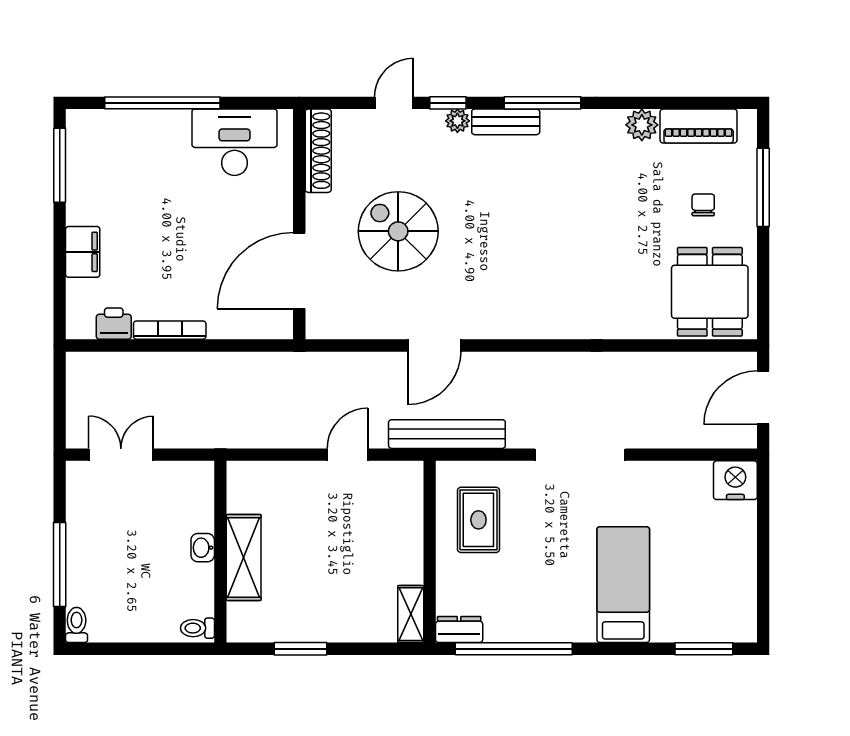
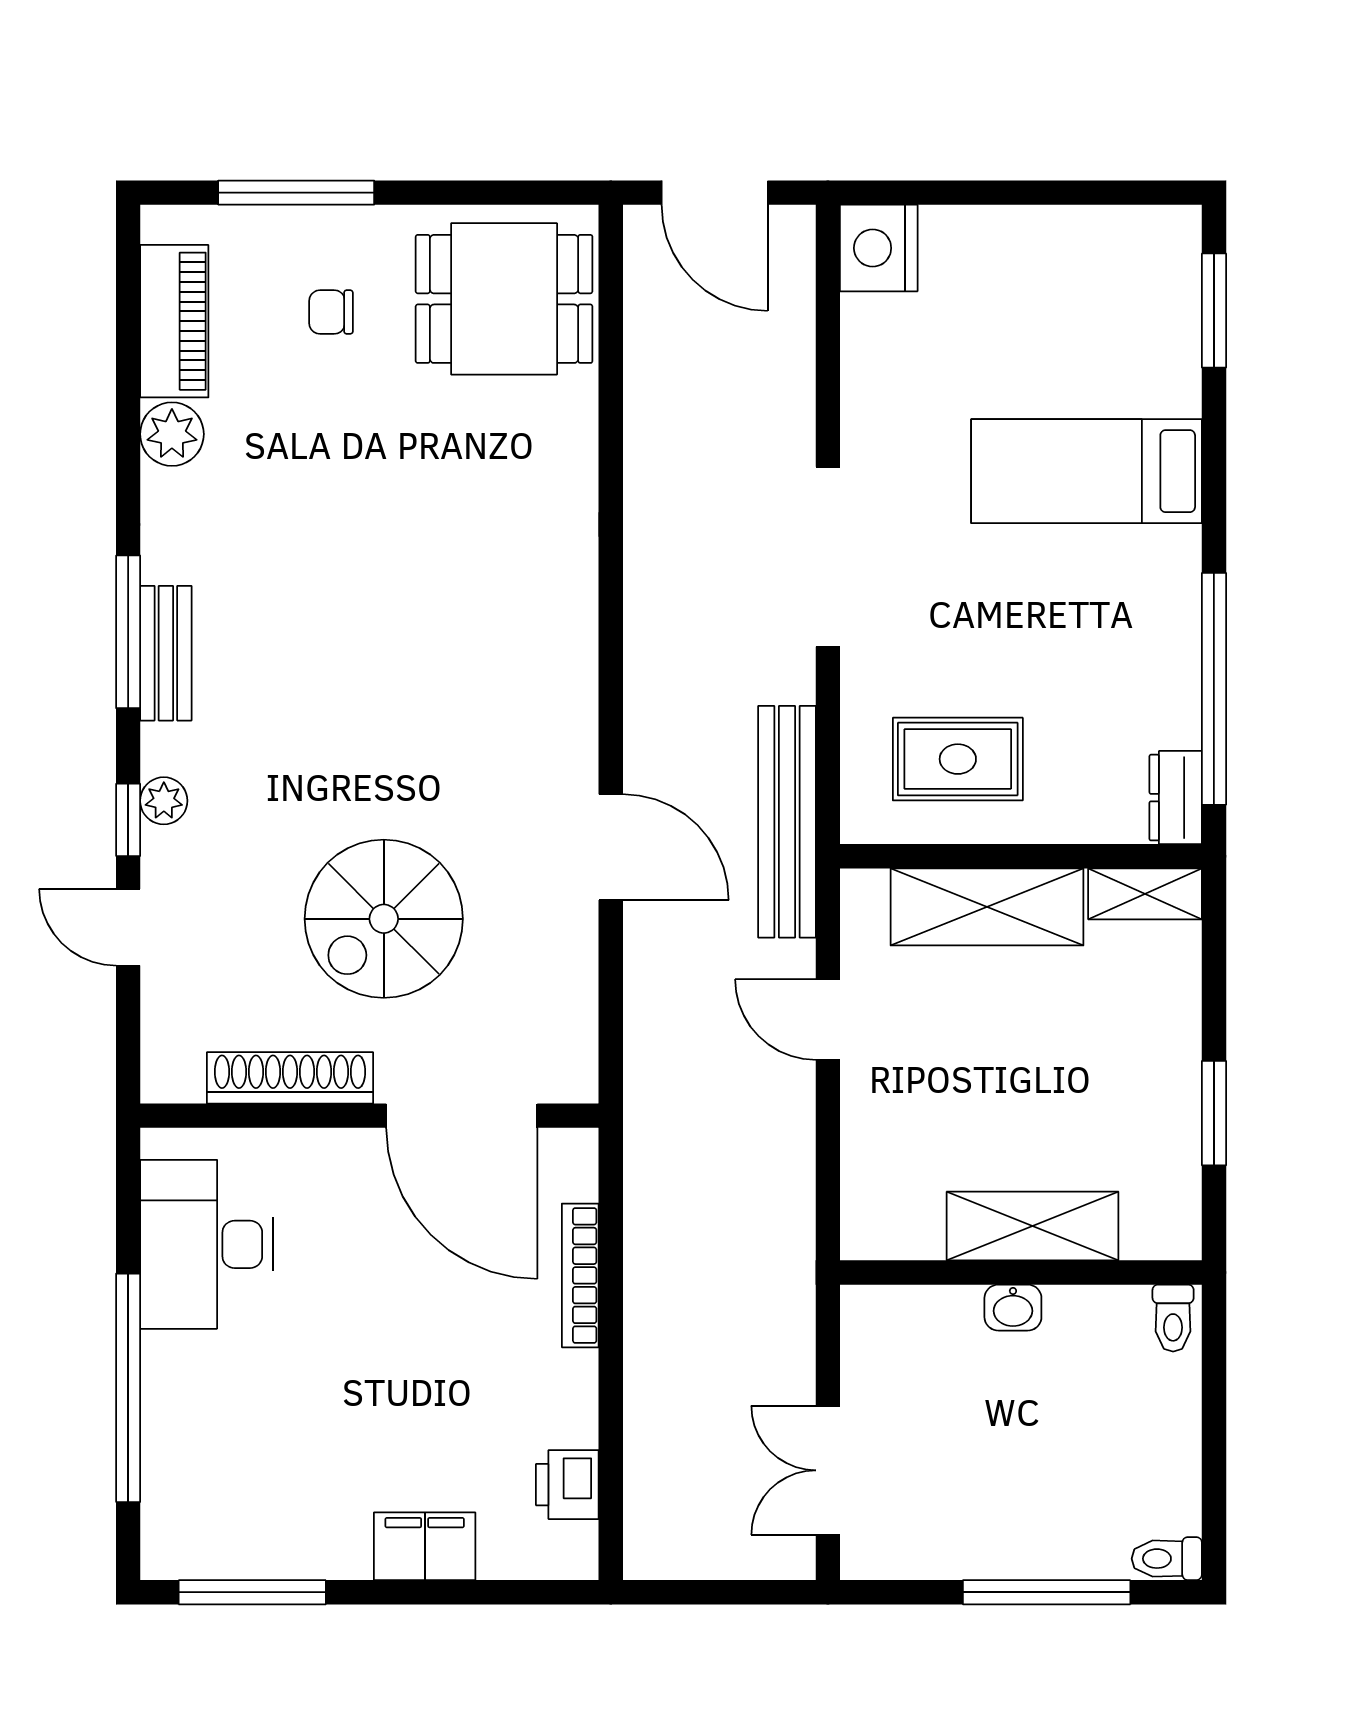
bench: (506, 122) -> (166, 653), moved
shoe rack: (318, 151) -> (290, 1078), moved
bookcase: (170, 330) -> (580, 1275), moved
shelving: (404, 535) -> (987, 907), added

